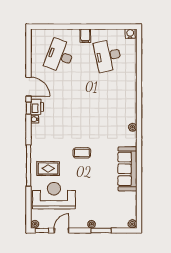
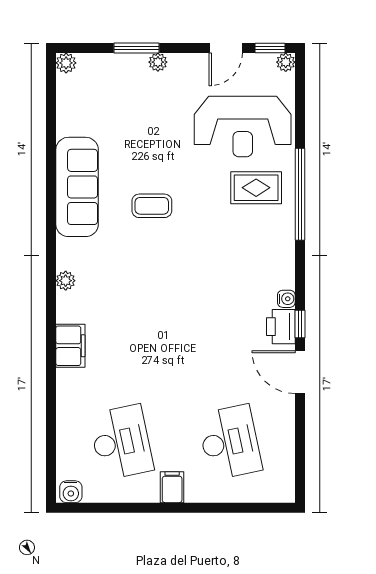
desk: (60, 56) -> (230, 442), turned -33
filing cabinet: (130, 98) -> (70, 346), added
coffee table: (82, 153) -> (152, 206), moved

